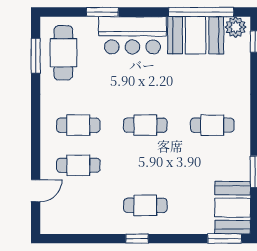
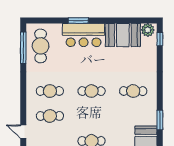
window: (102, 12) -> (78, 20), moved
window: (201, 12) -> (126, 20), removed
window: (36, 56) -> (23, 48), width x1.44
door: (36, 191) -> (23, 132), swing flipped

